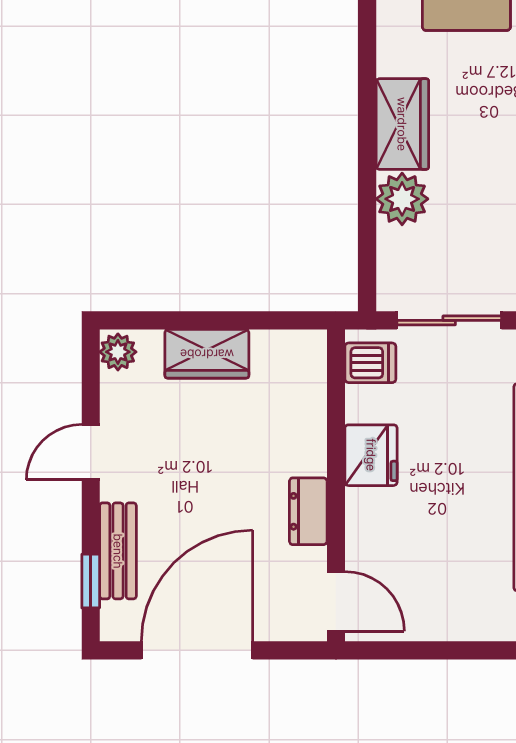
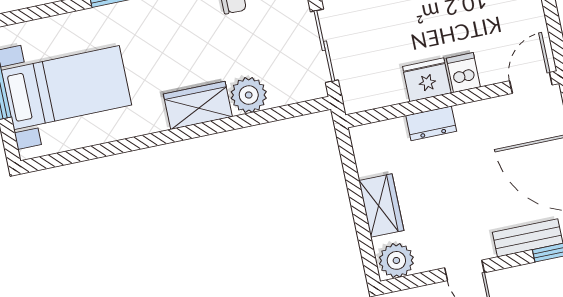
plant: (118, 352) -> (396, 260), width x1.38, depth x1.38
dishwasher: (370, 363) -> (463, 73), moved
dresser: (308, 511) -> (431, 123), moved

